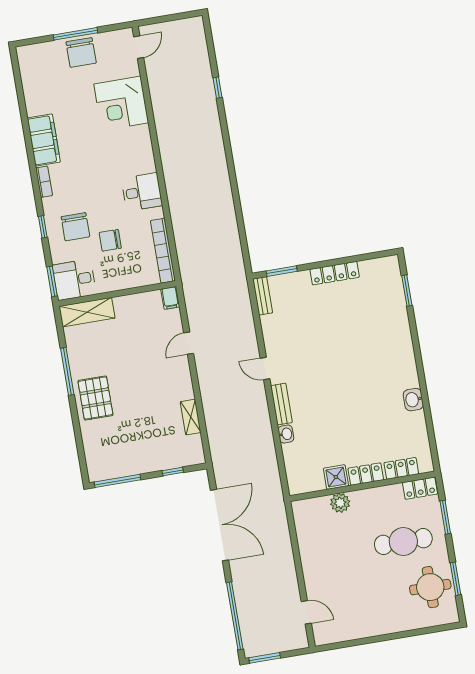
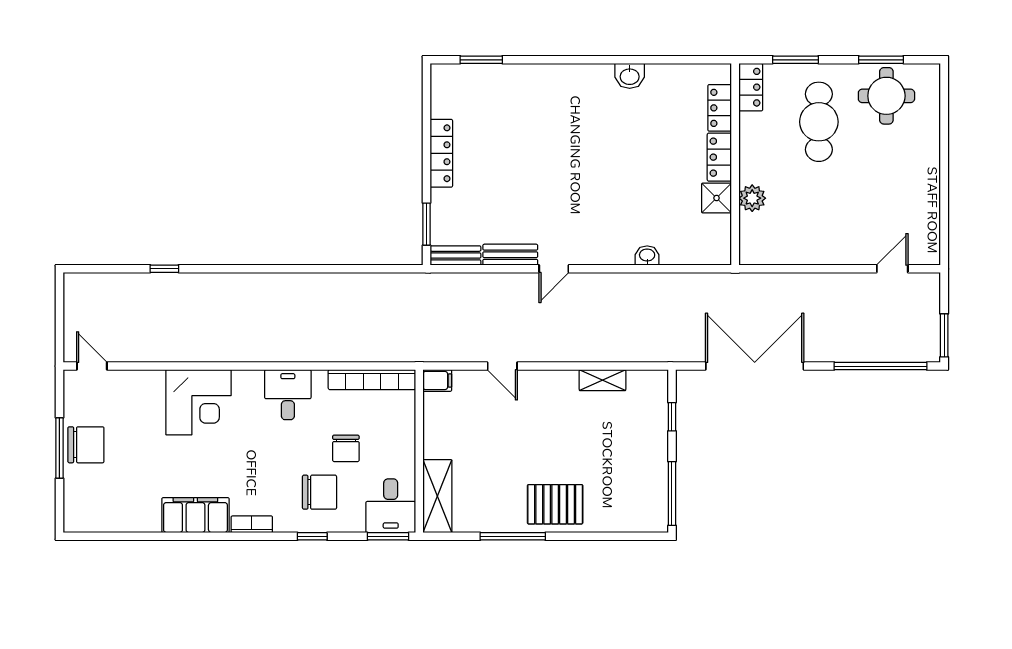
corner desk: (121, 103) -> (198, 402), moved
bench: (282, 404) -> (510, 255), moved

